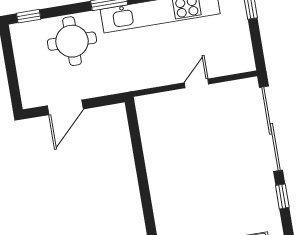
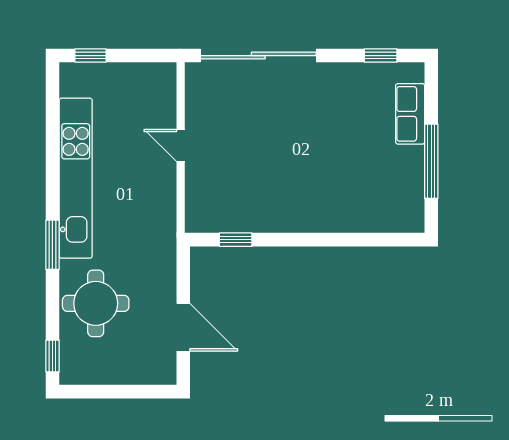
window: (135, 135) -> (236, 240), added
window: (282, 196) -> (381, 56), moved

